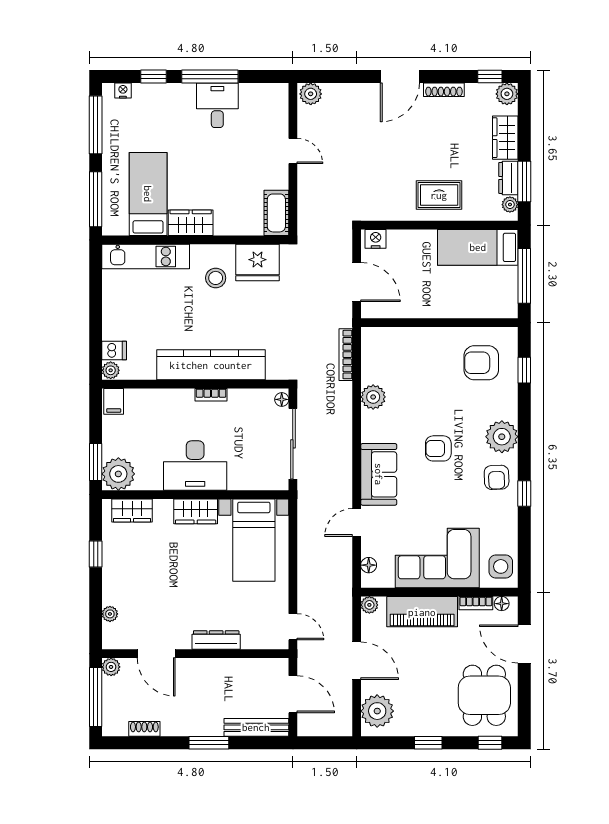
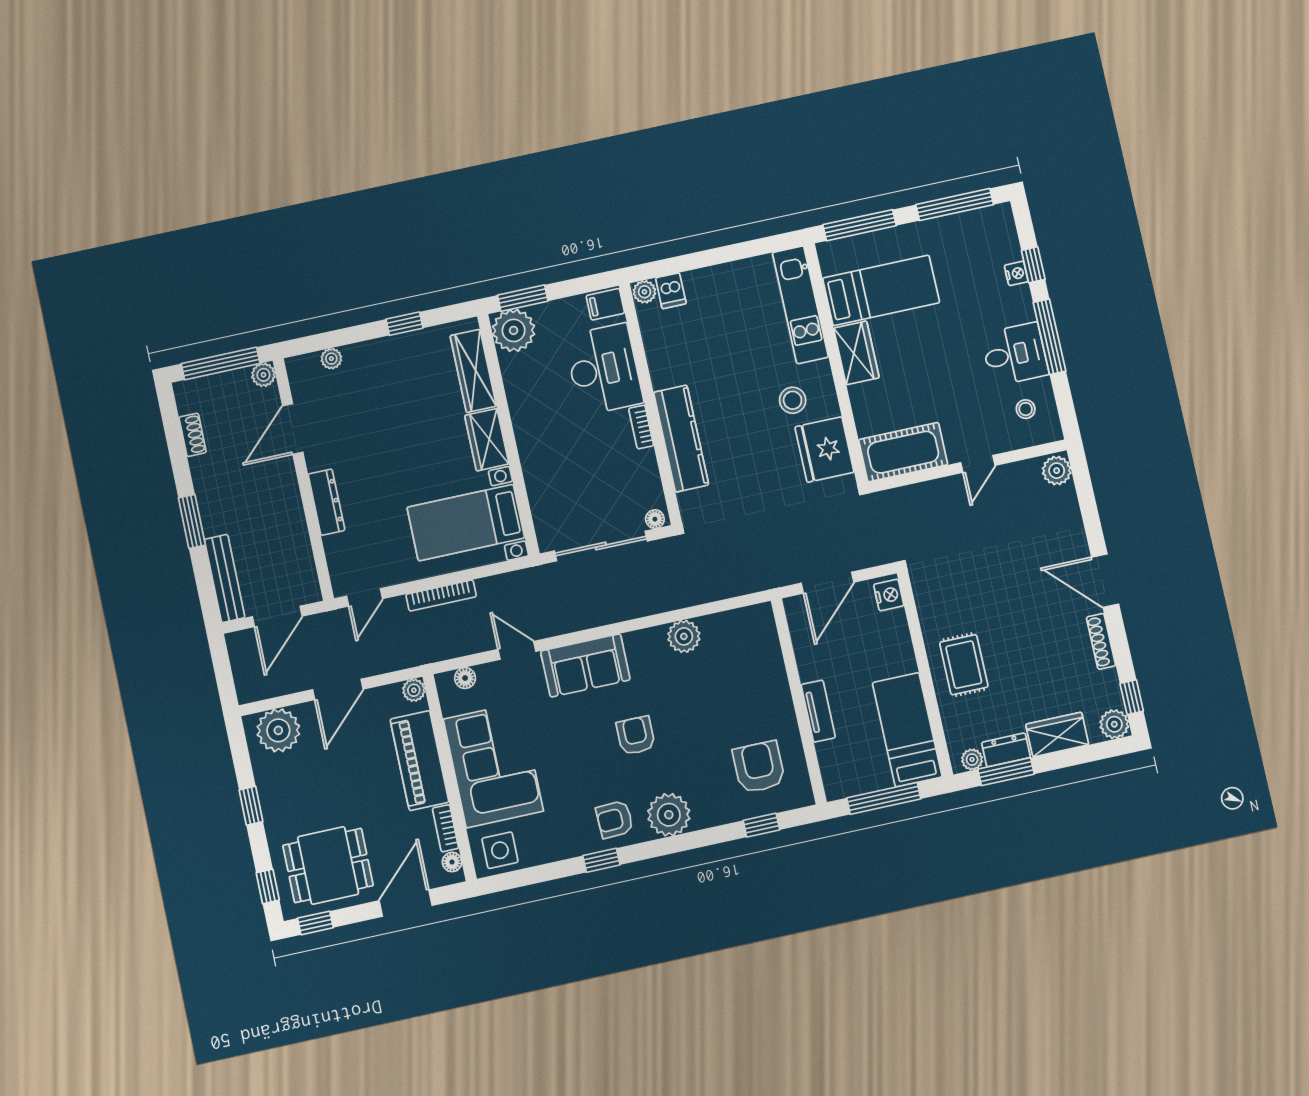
nightstand: (123, 91) -> (1016, 273), moved
stool: (260, 107) -> (1026, 409), added
cot: (276, 213) -> (903, 452), width x1.37, depth x1.34
tv unit: (450, 310) -> (818, 711), added
bookcase: (346, 355) -> (441, 595), moved, turned 180
kitchen counter: (211, 365) -> (681, 439), width x0.72, depth x0.86
desk: (195, 465) -> (604, 369), moved, turned 180
wardrobe: (132, 510) -> (473, 371), width x1.50
window: (524, 713) -> (315, 923), added

